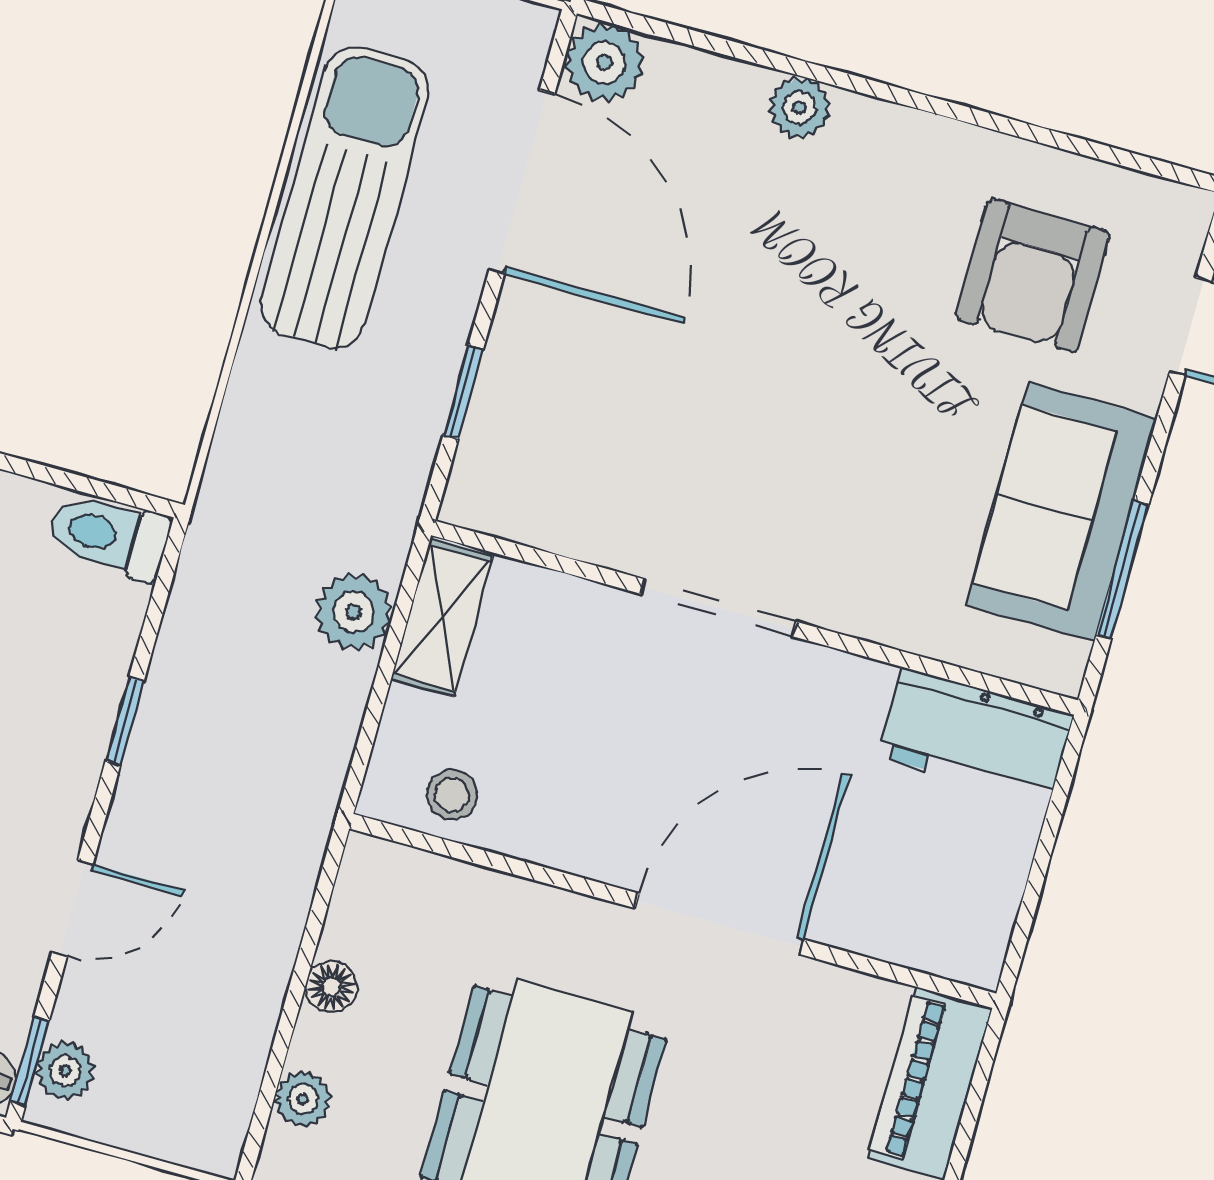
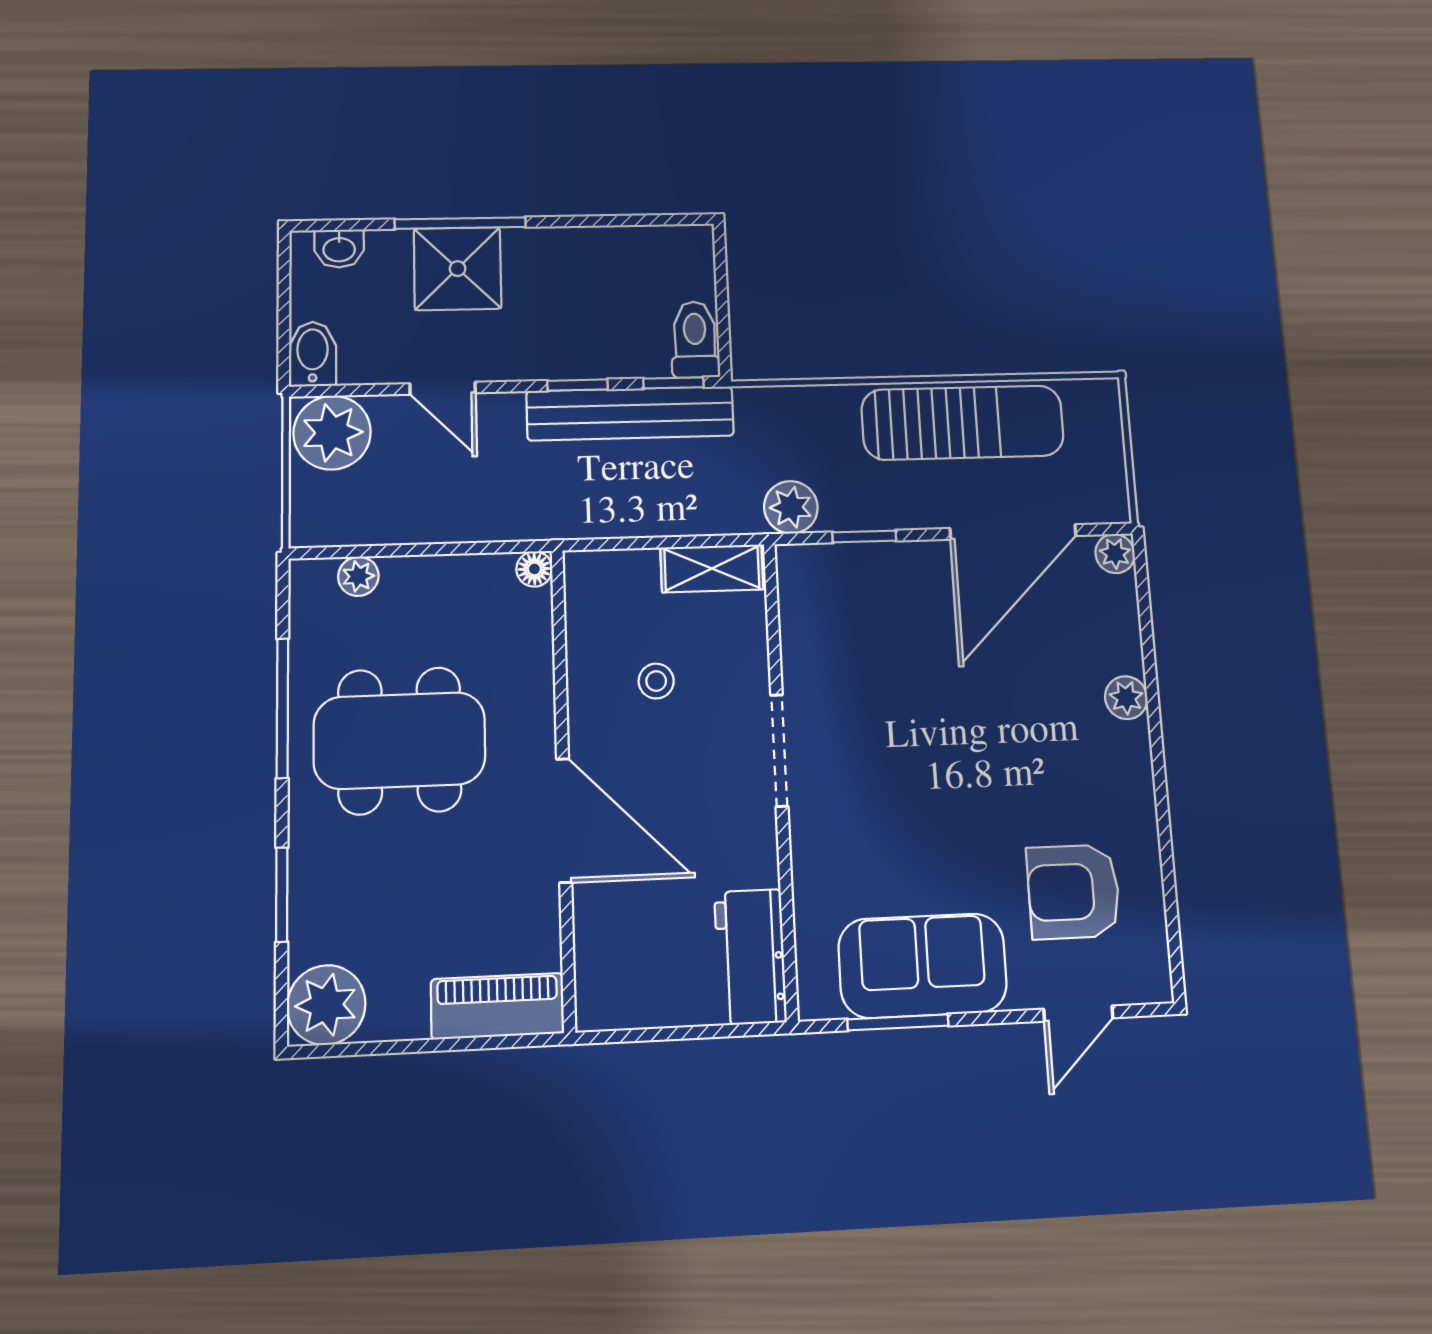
plant: (604, 62) -> (1115, 554), width x0.73, depth x0.73
plant: (354, 612) -> (791, 507), moved
bench: (188, 660) -> (630, 413), added
stool: (452, 795) -> (656, 681), moved
floor lamp: (331, 987) -> (534, 569), moved
window: (30, 1061) -> (674, 383), moved
plant: (65, 1071) -> (332, 433), width x1.87, depth x1.87

